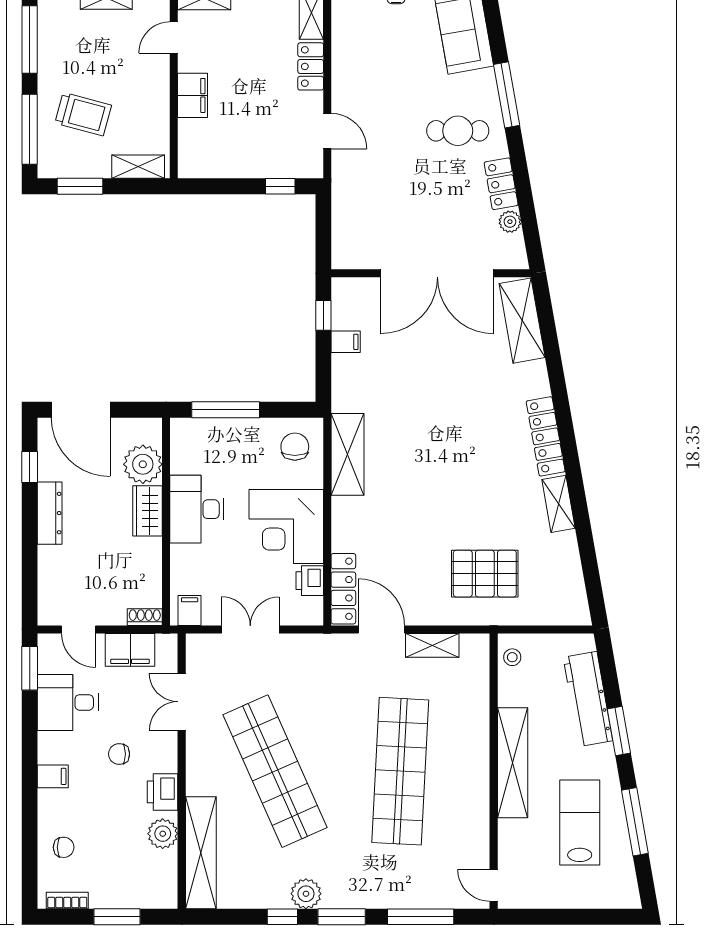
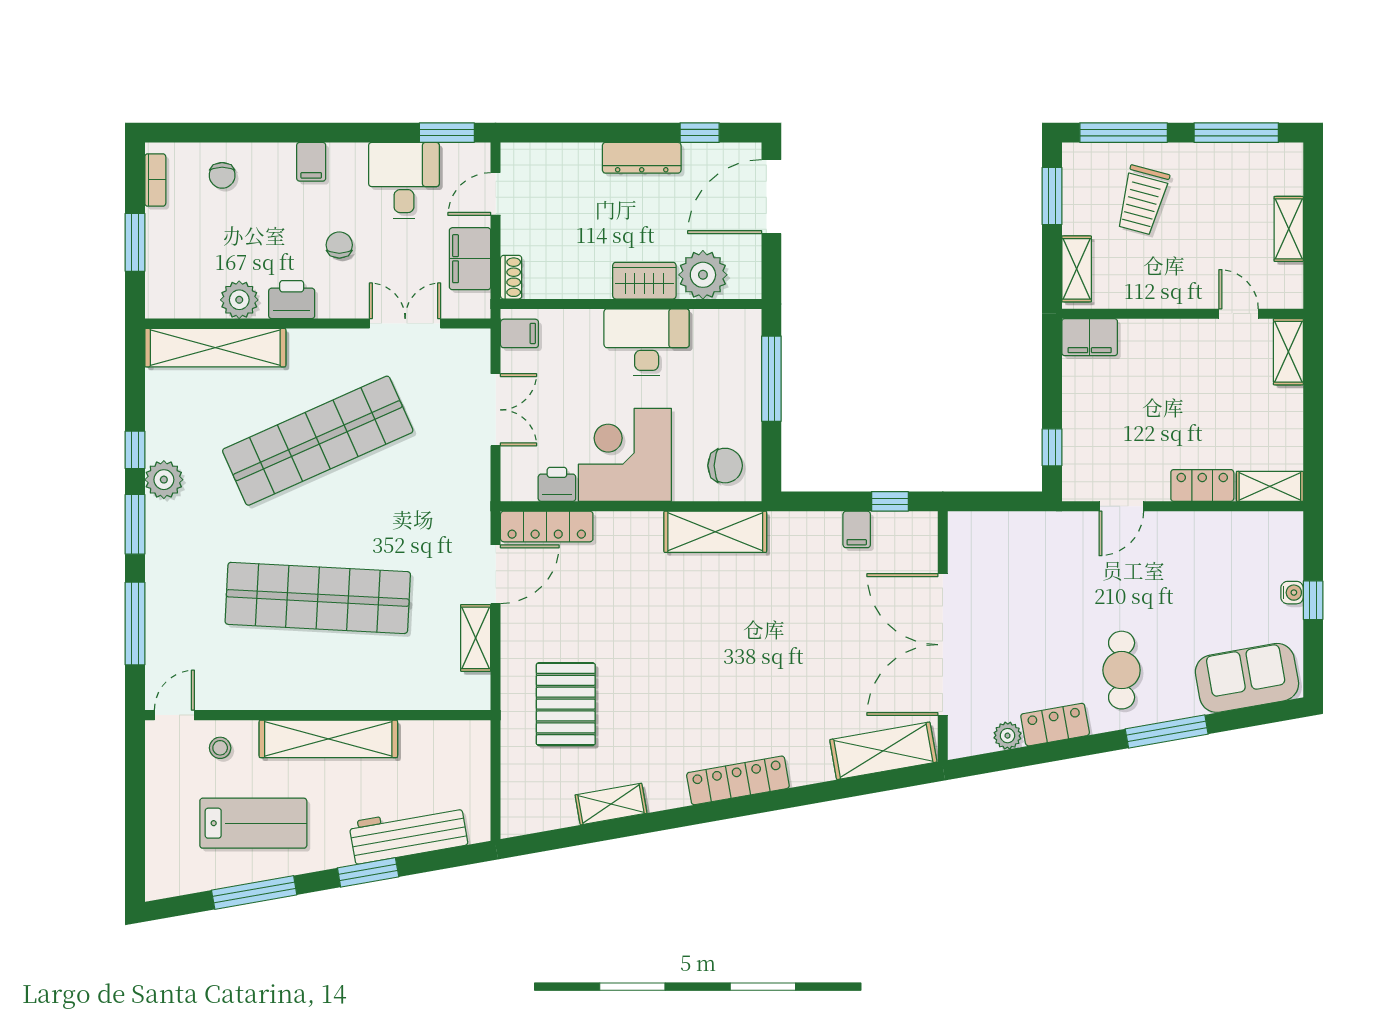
filing cabinet: (193, 95) -> (1090, 337), moved
shelving: (559, 504) -> (611, 804), moved
stool: (512, 657) -> (220, 748), moved

